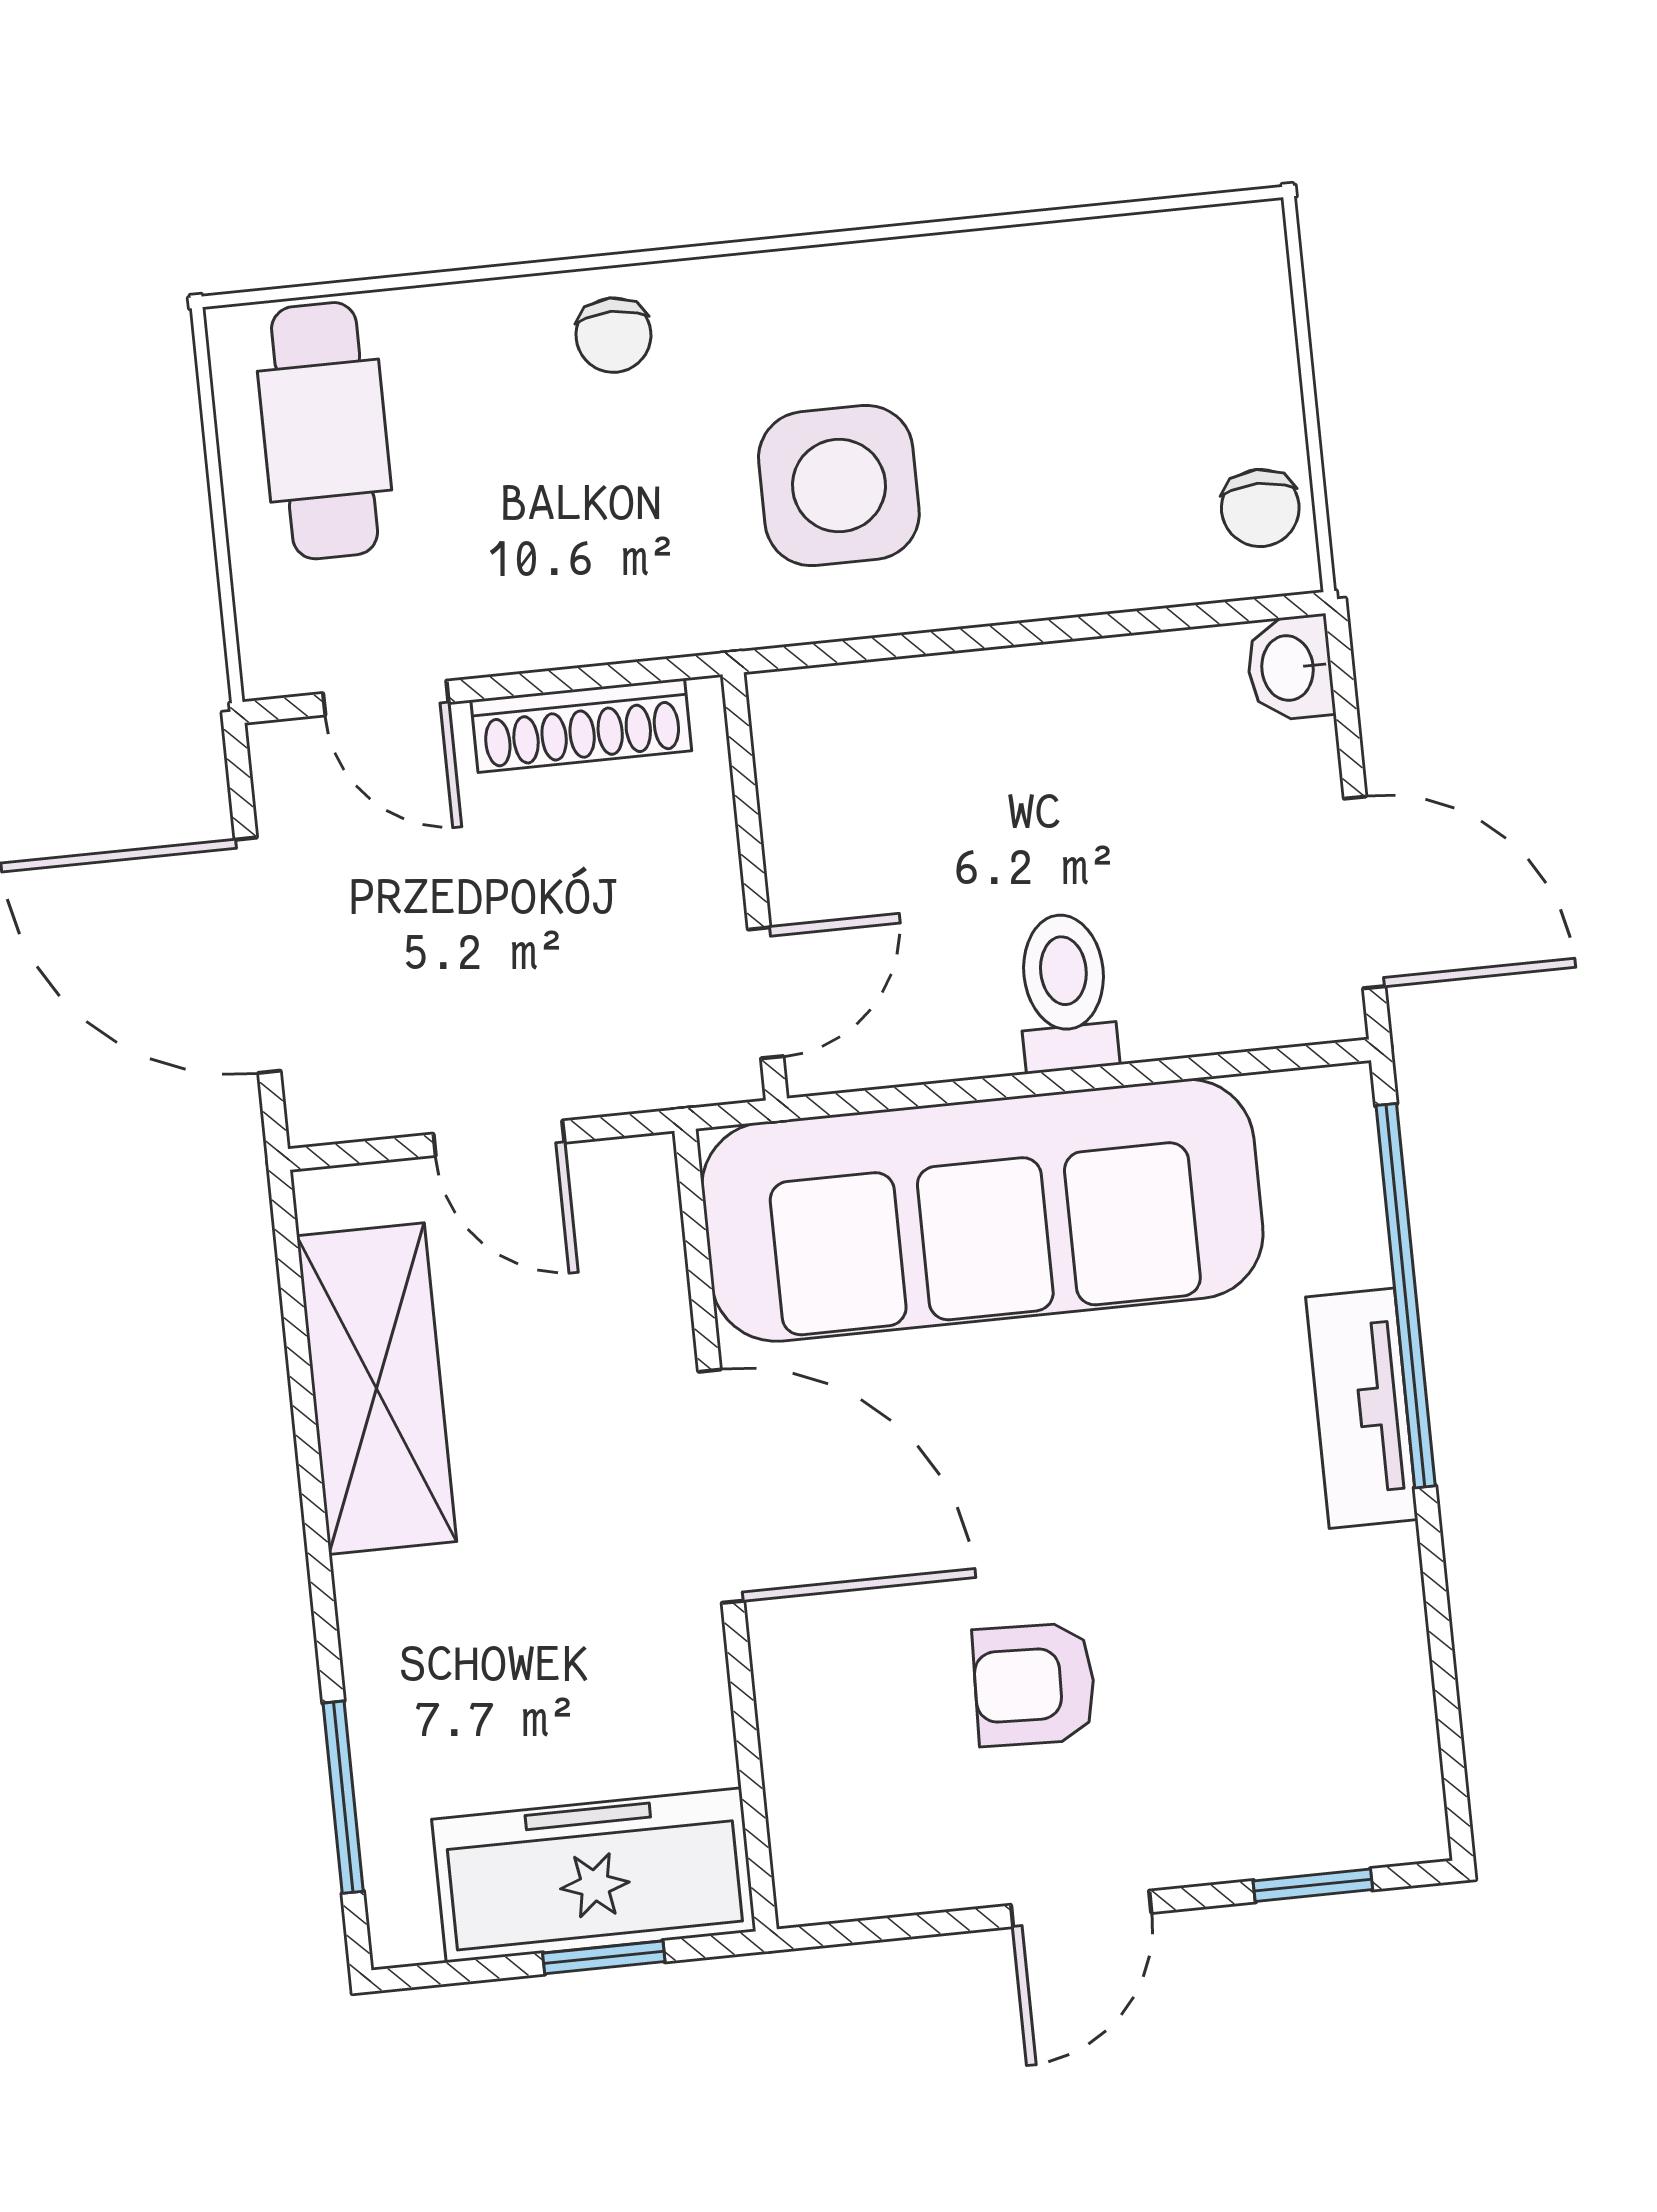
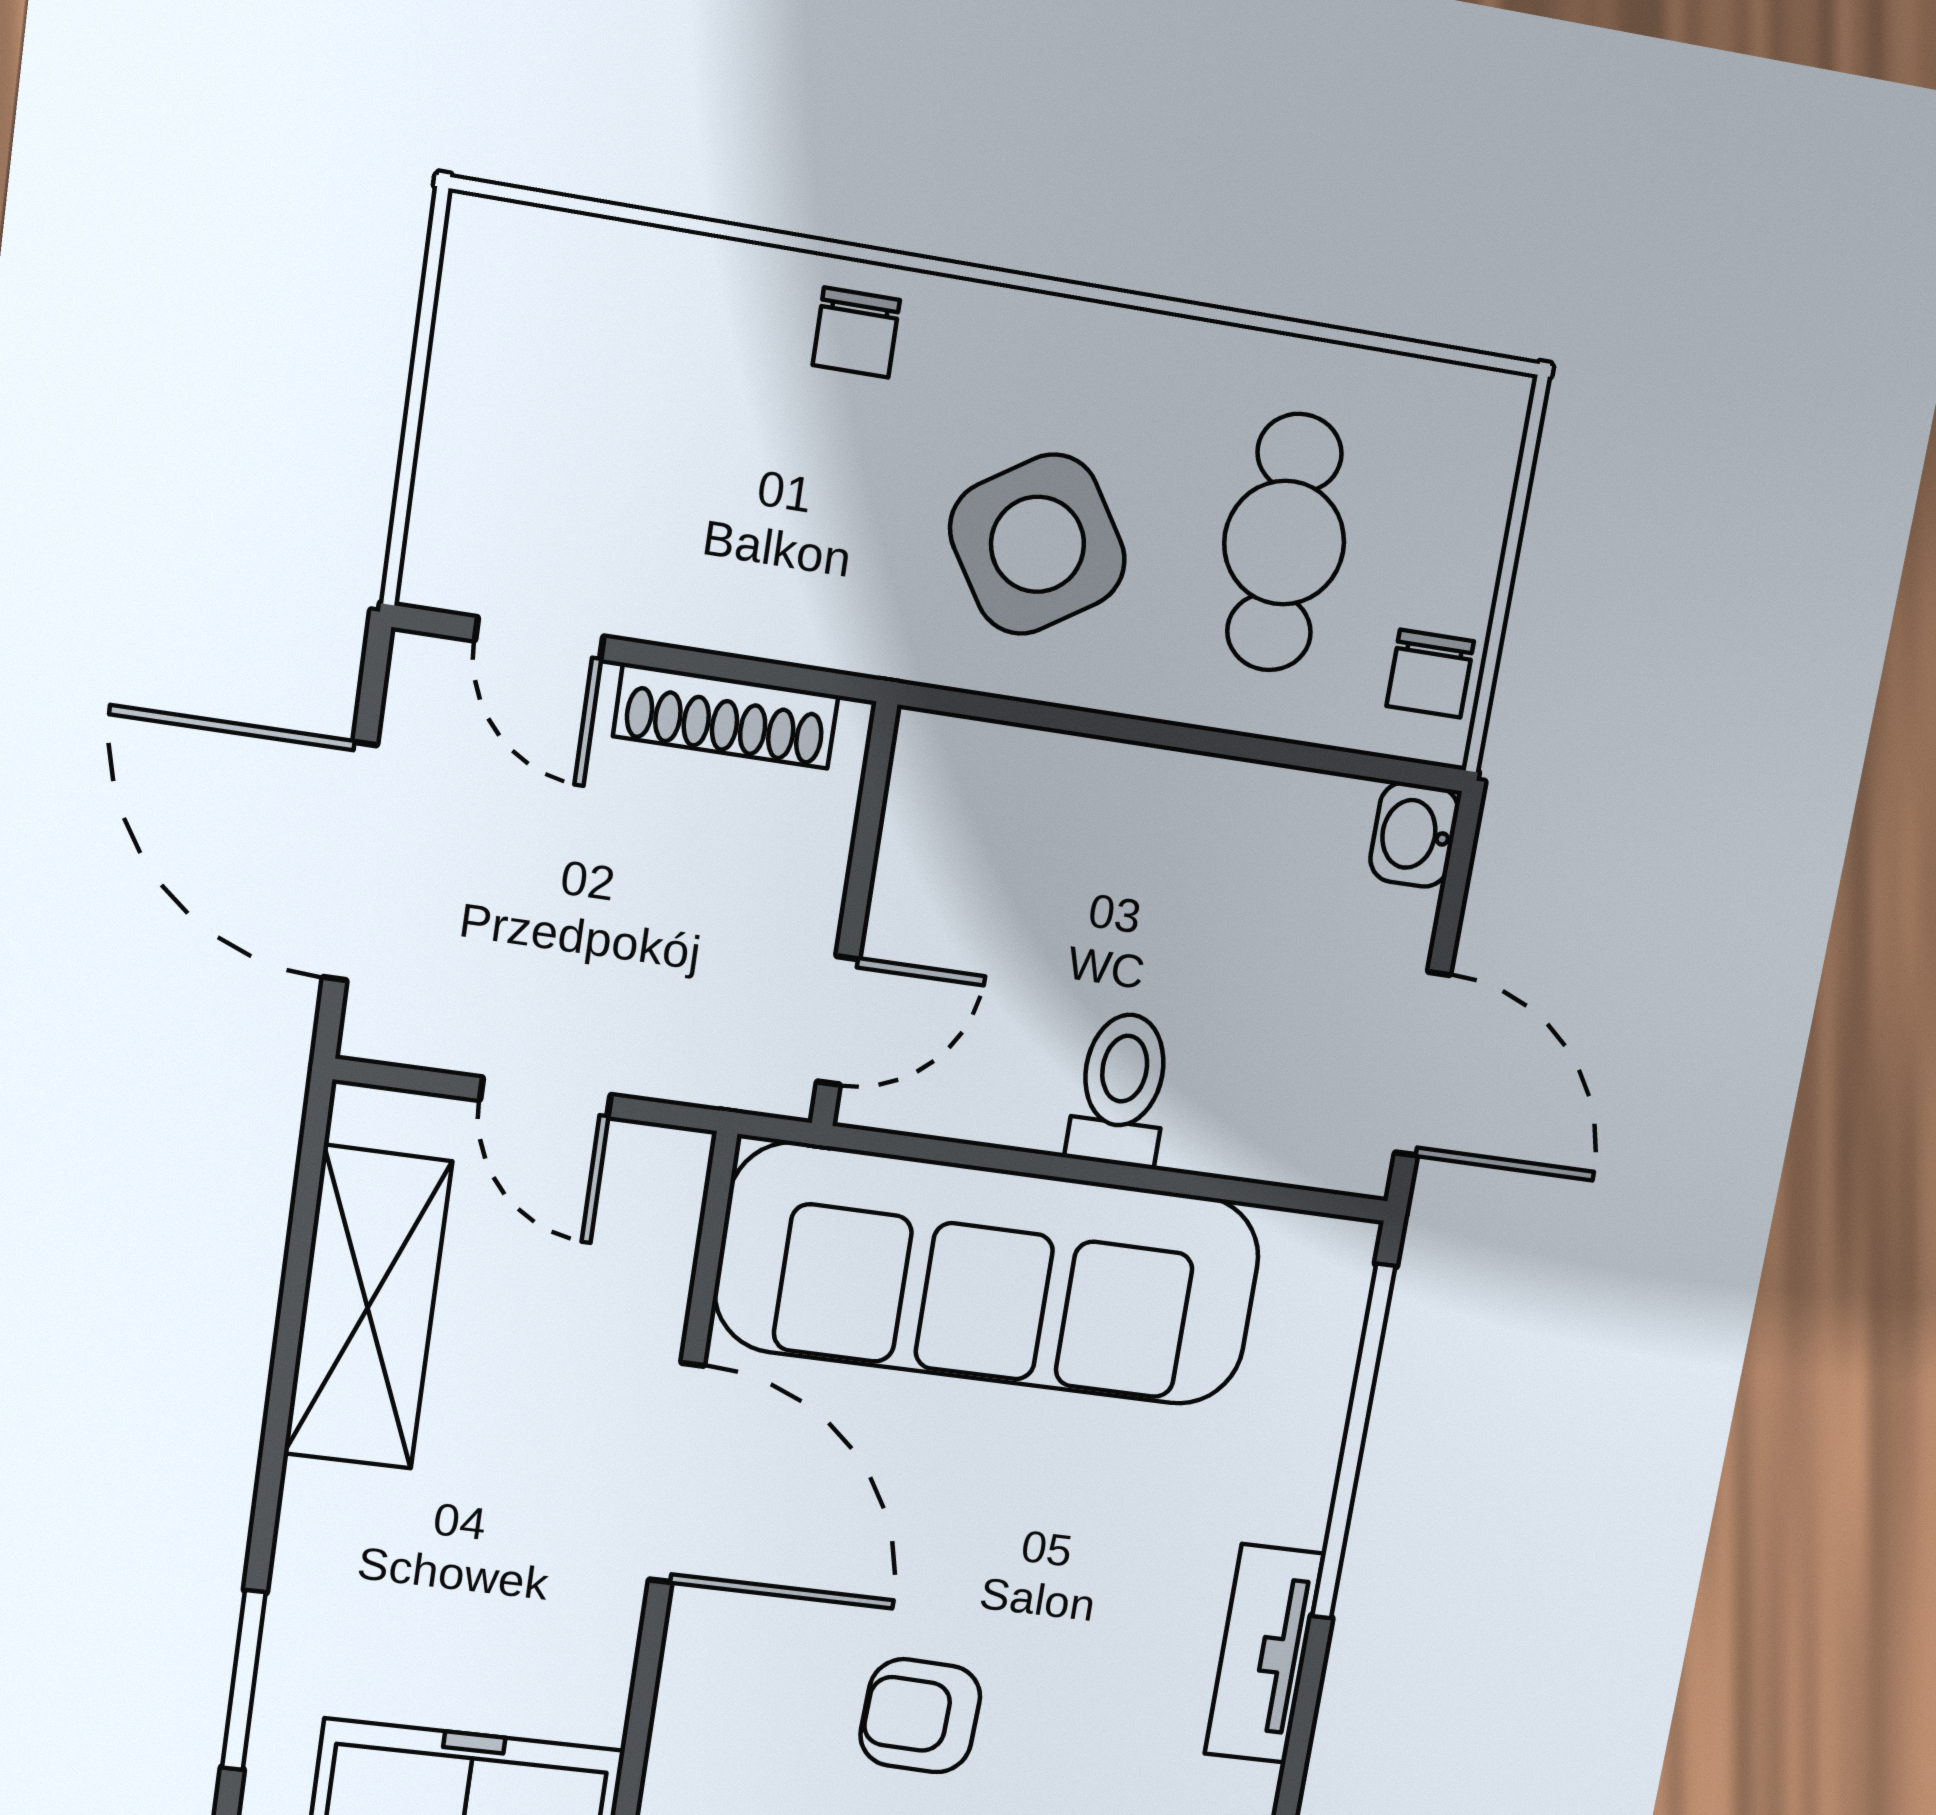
cafe table: (325, 431) -> (1284, 543), moved
side table: (839, 486) -> (1038, 544), turned -33
tv unit: (1362, 1408) -> (1264, 1654), moved

